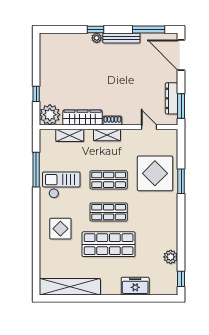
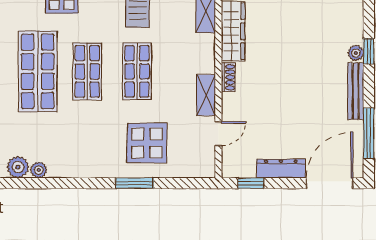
dresser: (172, 98) -> (281, 169), moved
window: (181, 106) -> (251, 183), width x0.67
shelving: (107, 135) -> (206, 95), moved
display table: (155, 173) -> (147, 143), width x0.73, depth x0.73
plant: (172, 243) -> (39, 170), added

